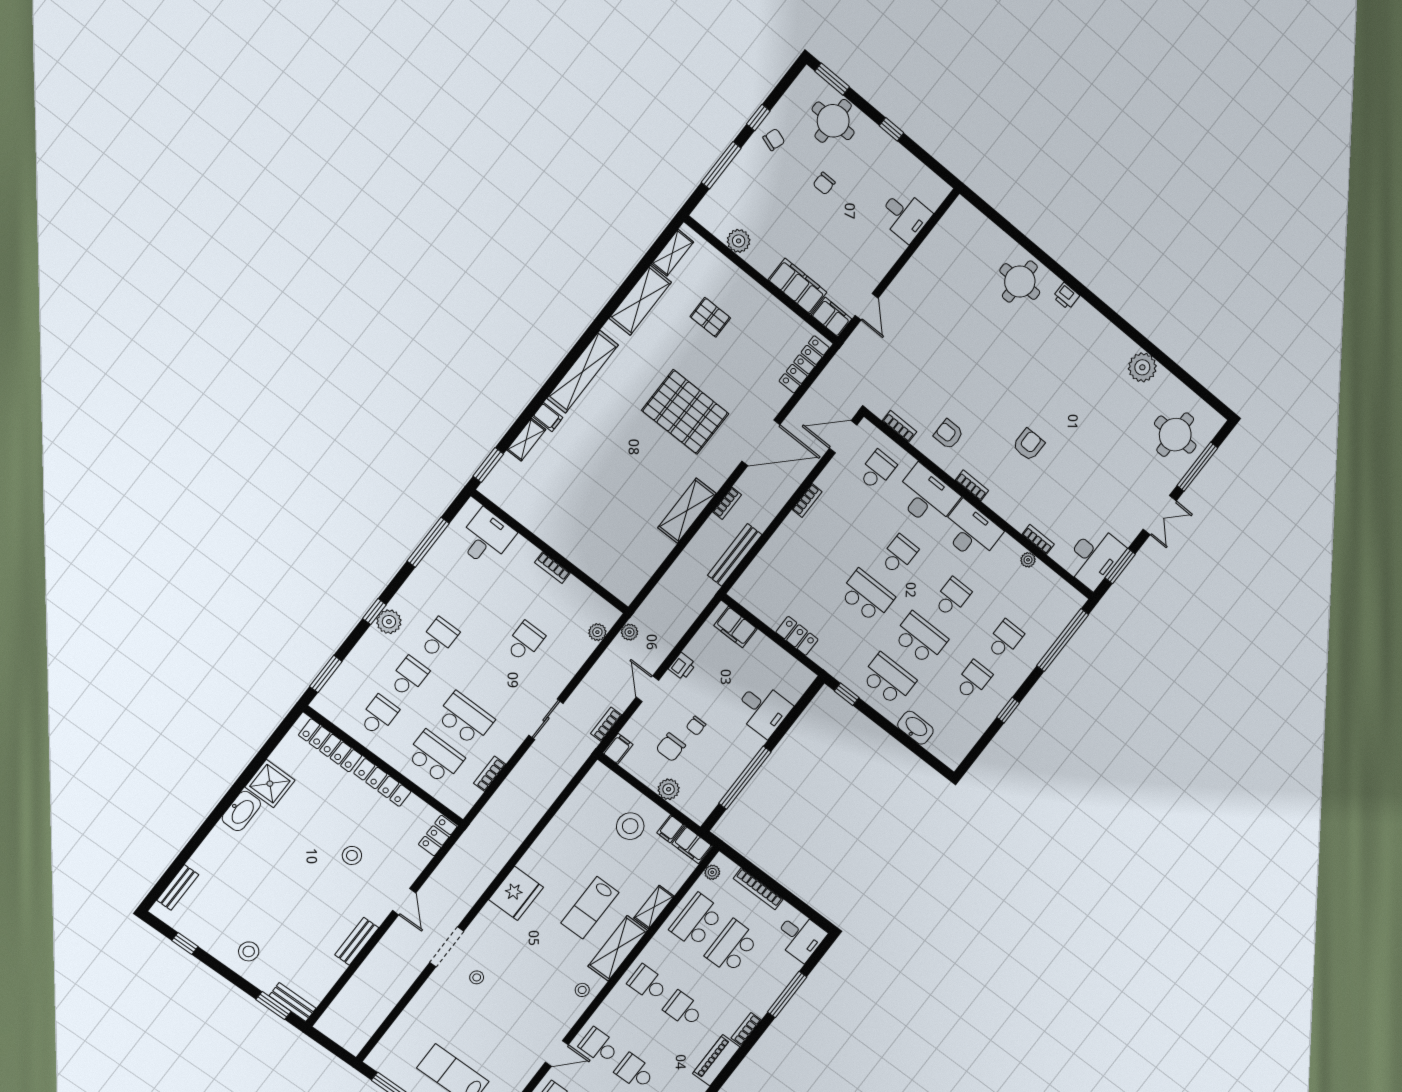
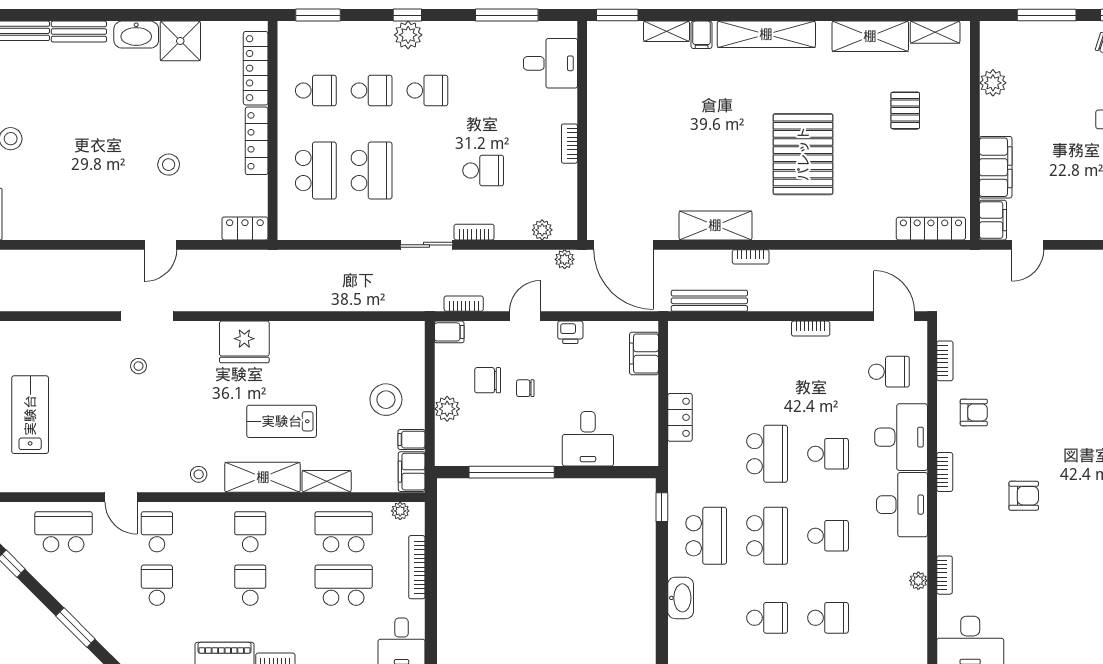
armchair: (949, 434) -> (974, 412), turned 90
door: (761, 443) -> (624, 245), moved
bookcase: (490, 774) -> (474, 232), moved
bench: (357, 941) -> (79, 32), moved

